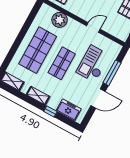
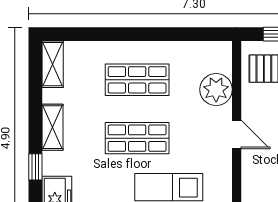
door: (93, 27) -> (237, 134), moved
shop shelf: (38, 50) -> (137, 80), width x0.70, depth x0.74

